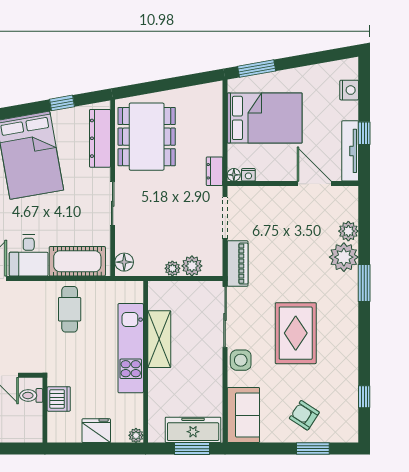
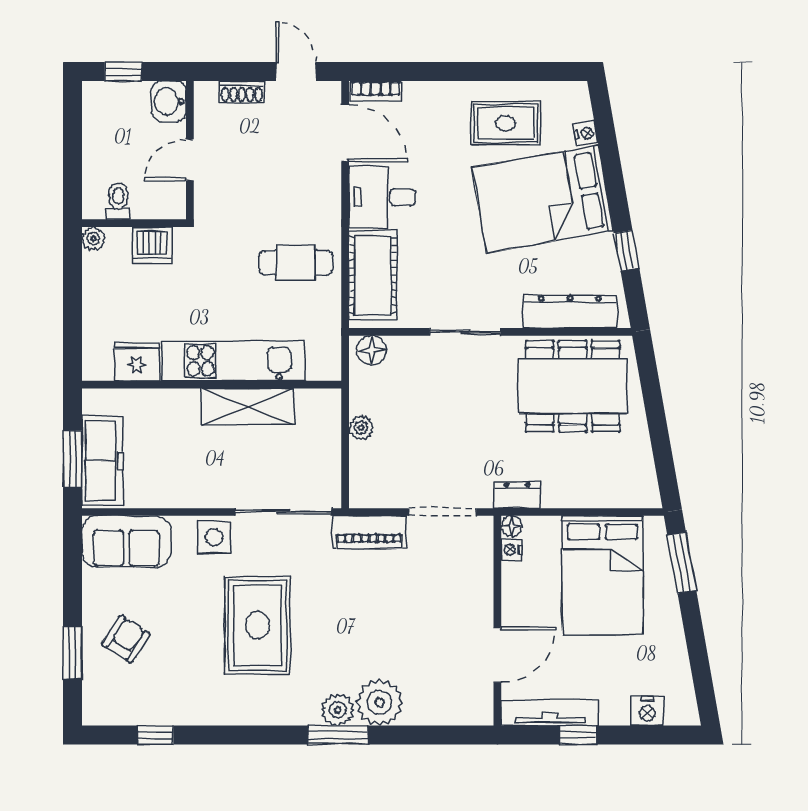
plant: (348, 231) -> (338, 710), moved
plant: (192, 266) -> (365, 459), removed
rug: (296, 333) -> (257, 625), turned 90
toilet: (31, 395) -> (118, 201), moved
fridge: (96, 431) -> (137, 362), moved, turned -90
plant: (136, 435) -> (93, 239), moved

